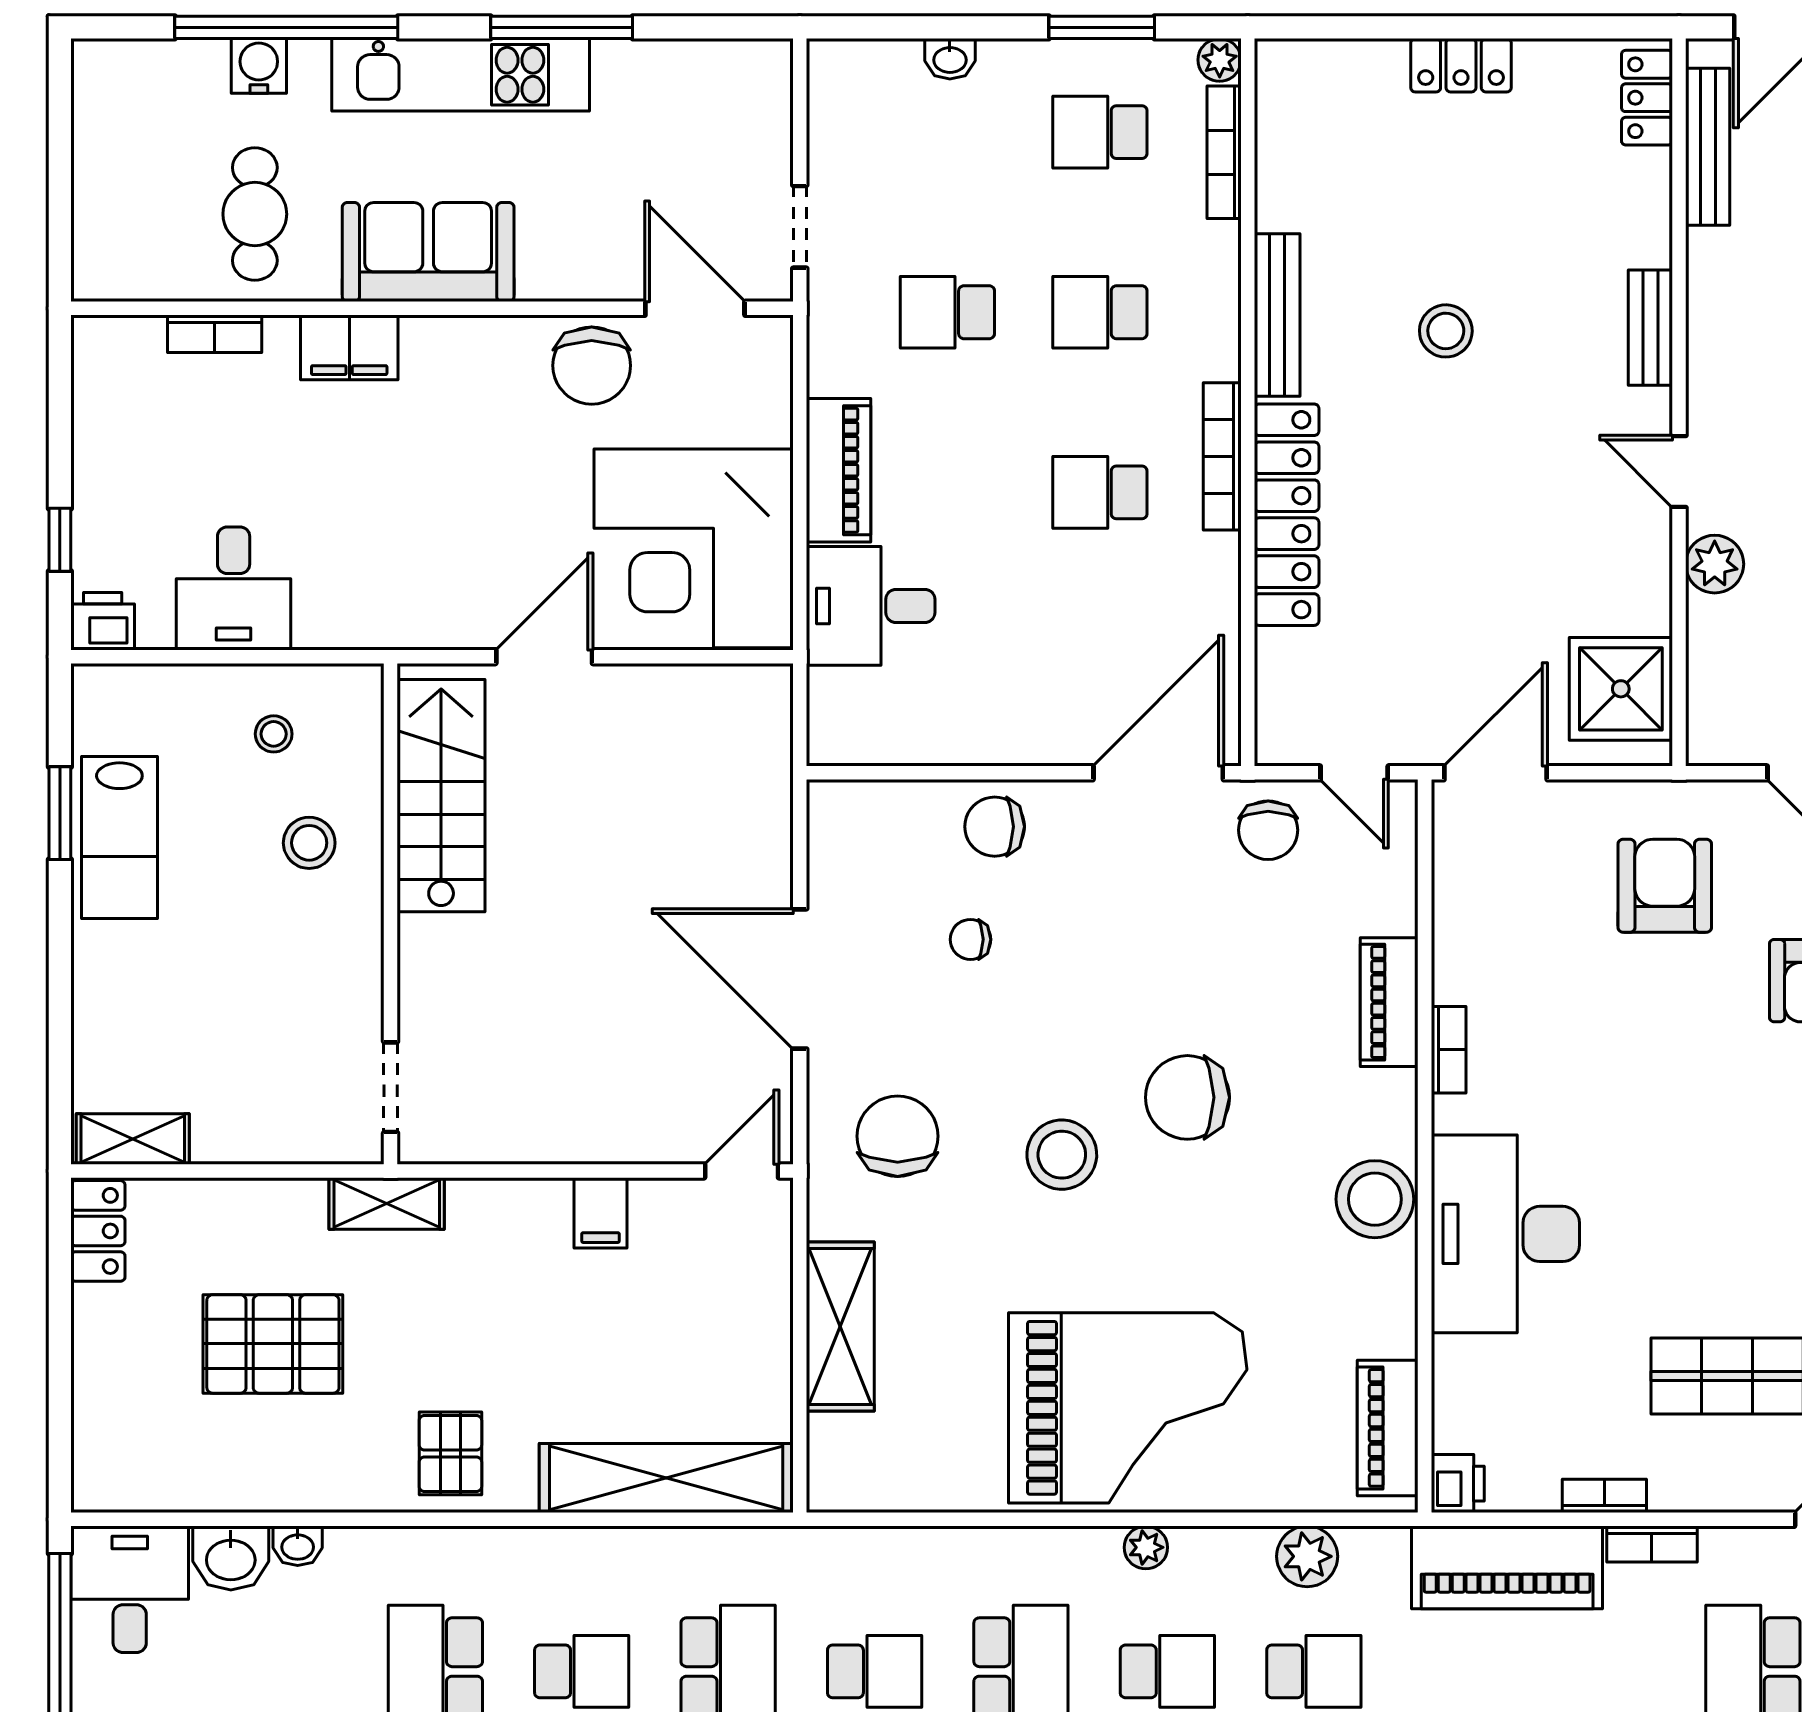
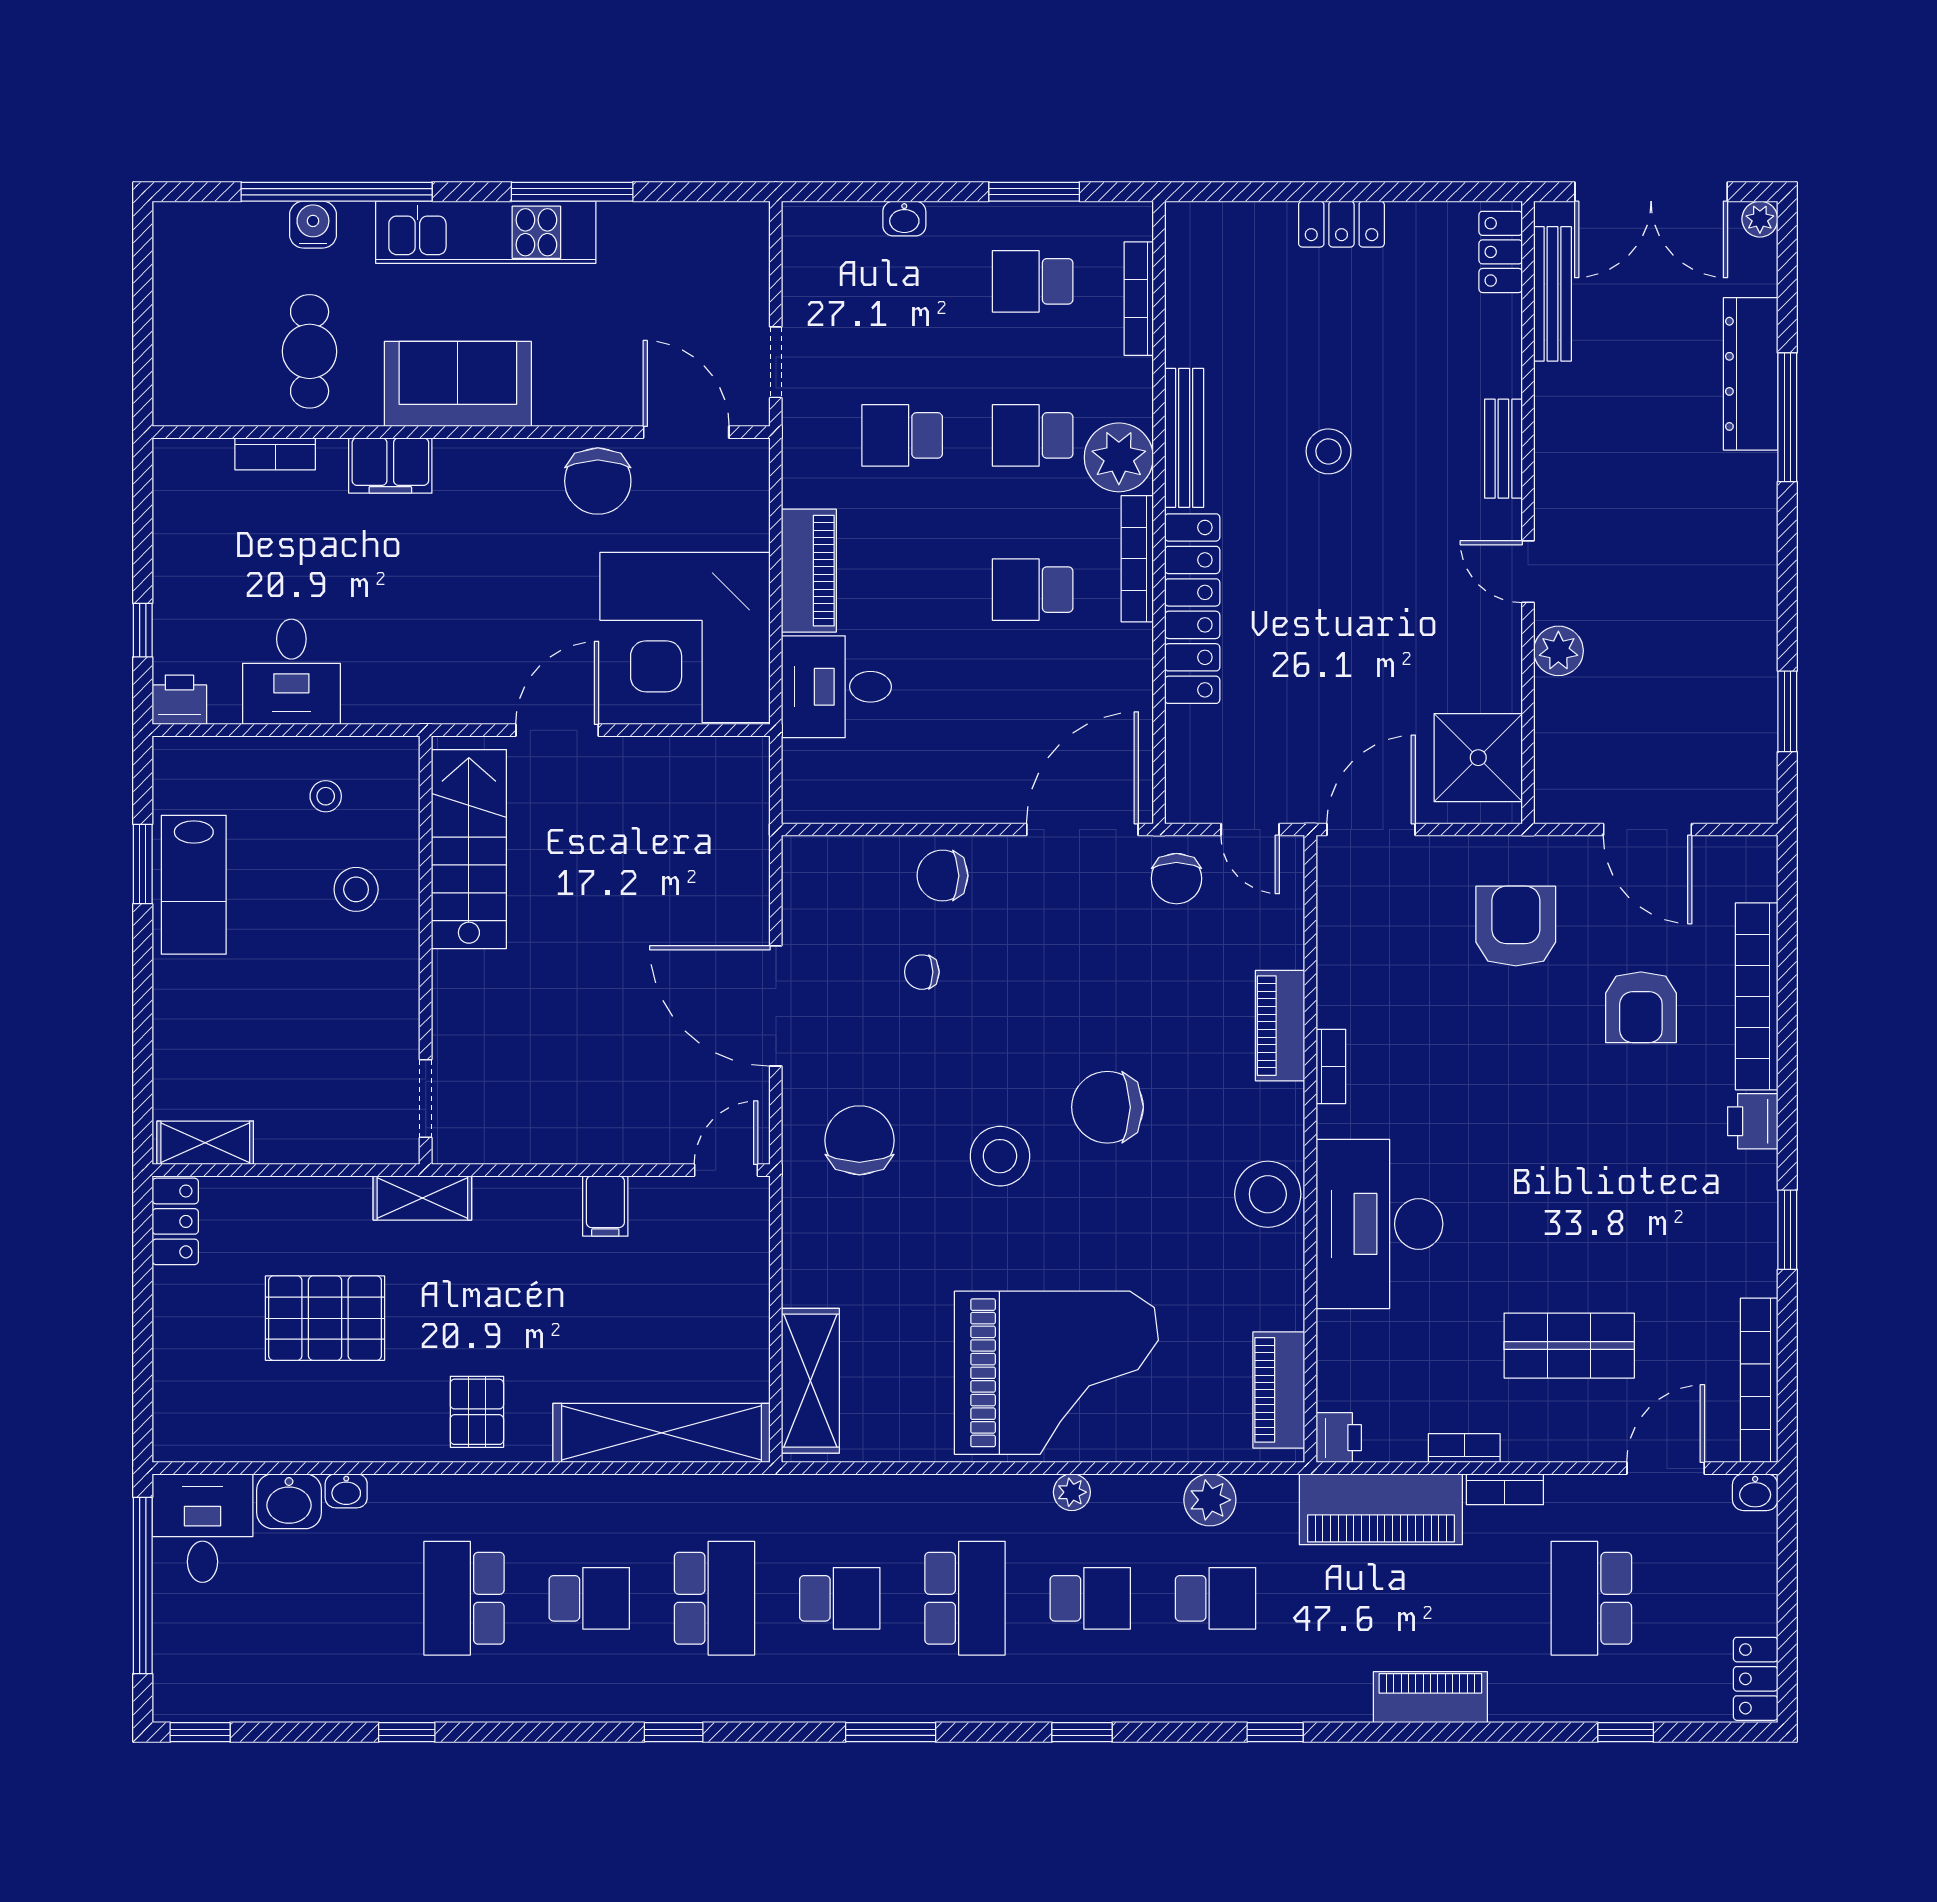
plant: (1220, 60) -> (1119, 457), moved, width x1.87, depth x1.87
shelving: (840, 1326) -> (810, 1381), moved

